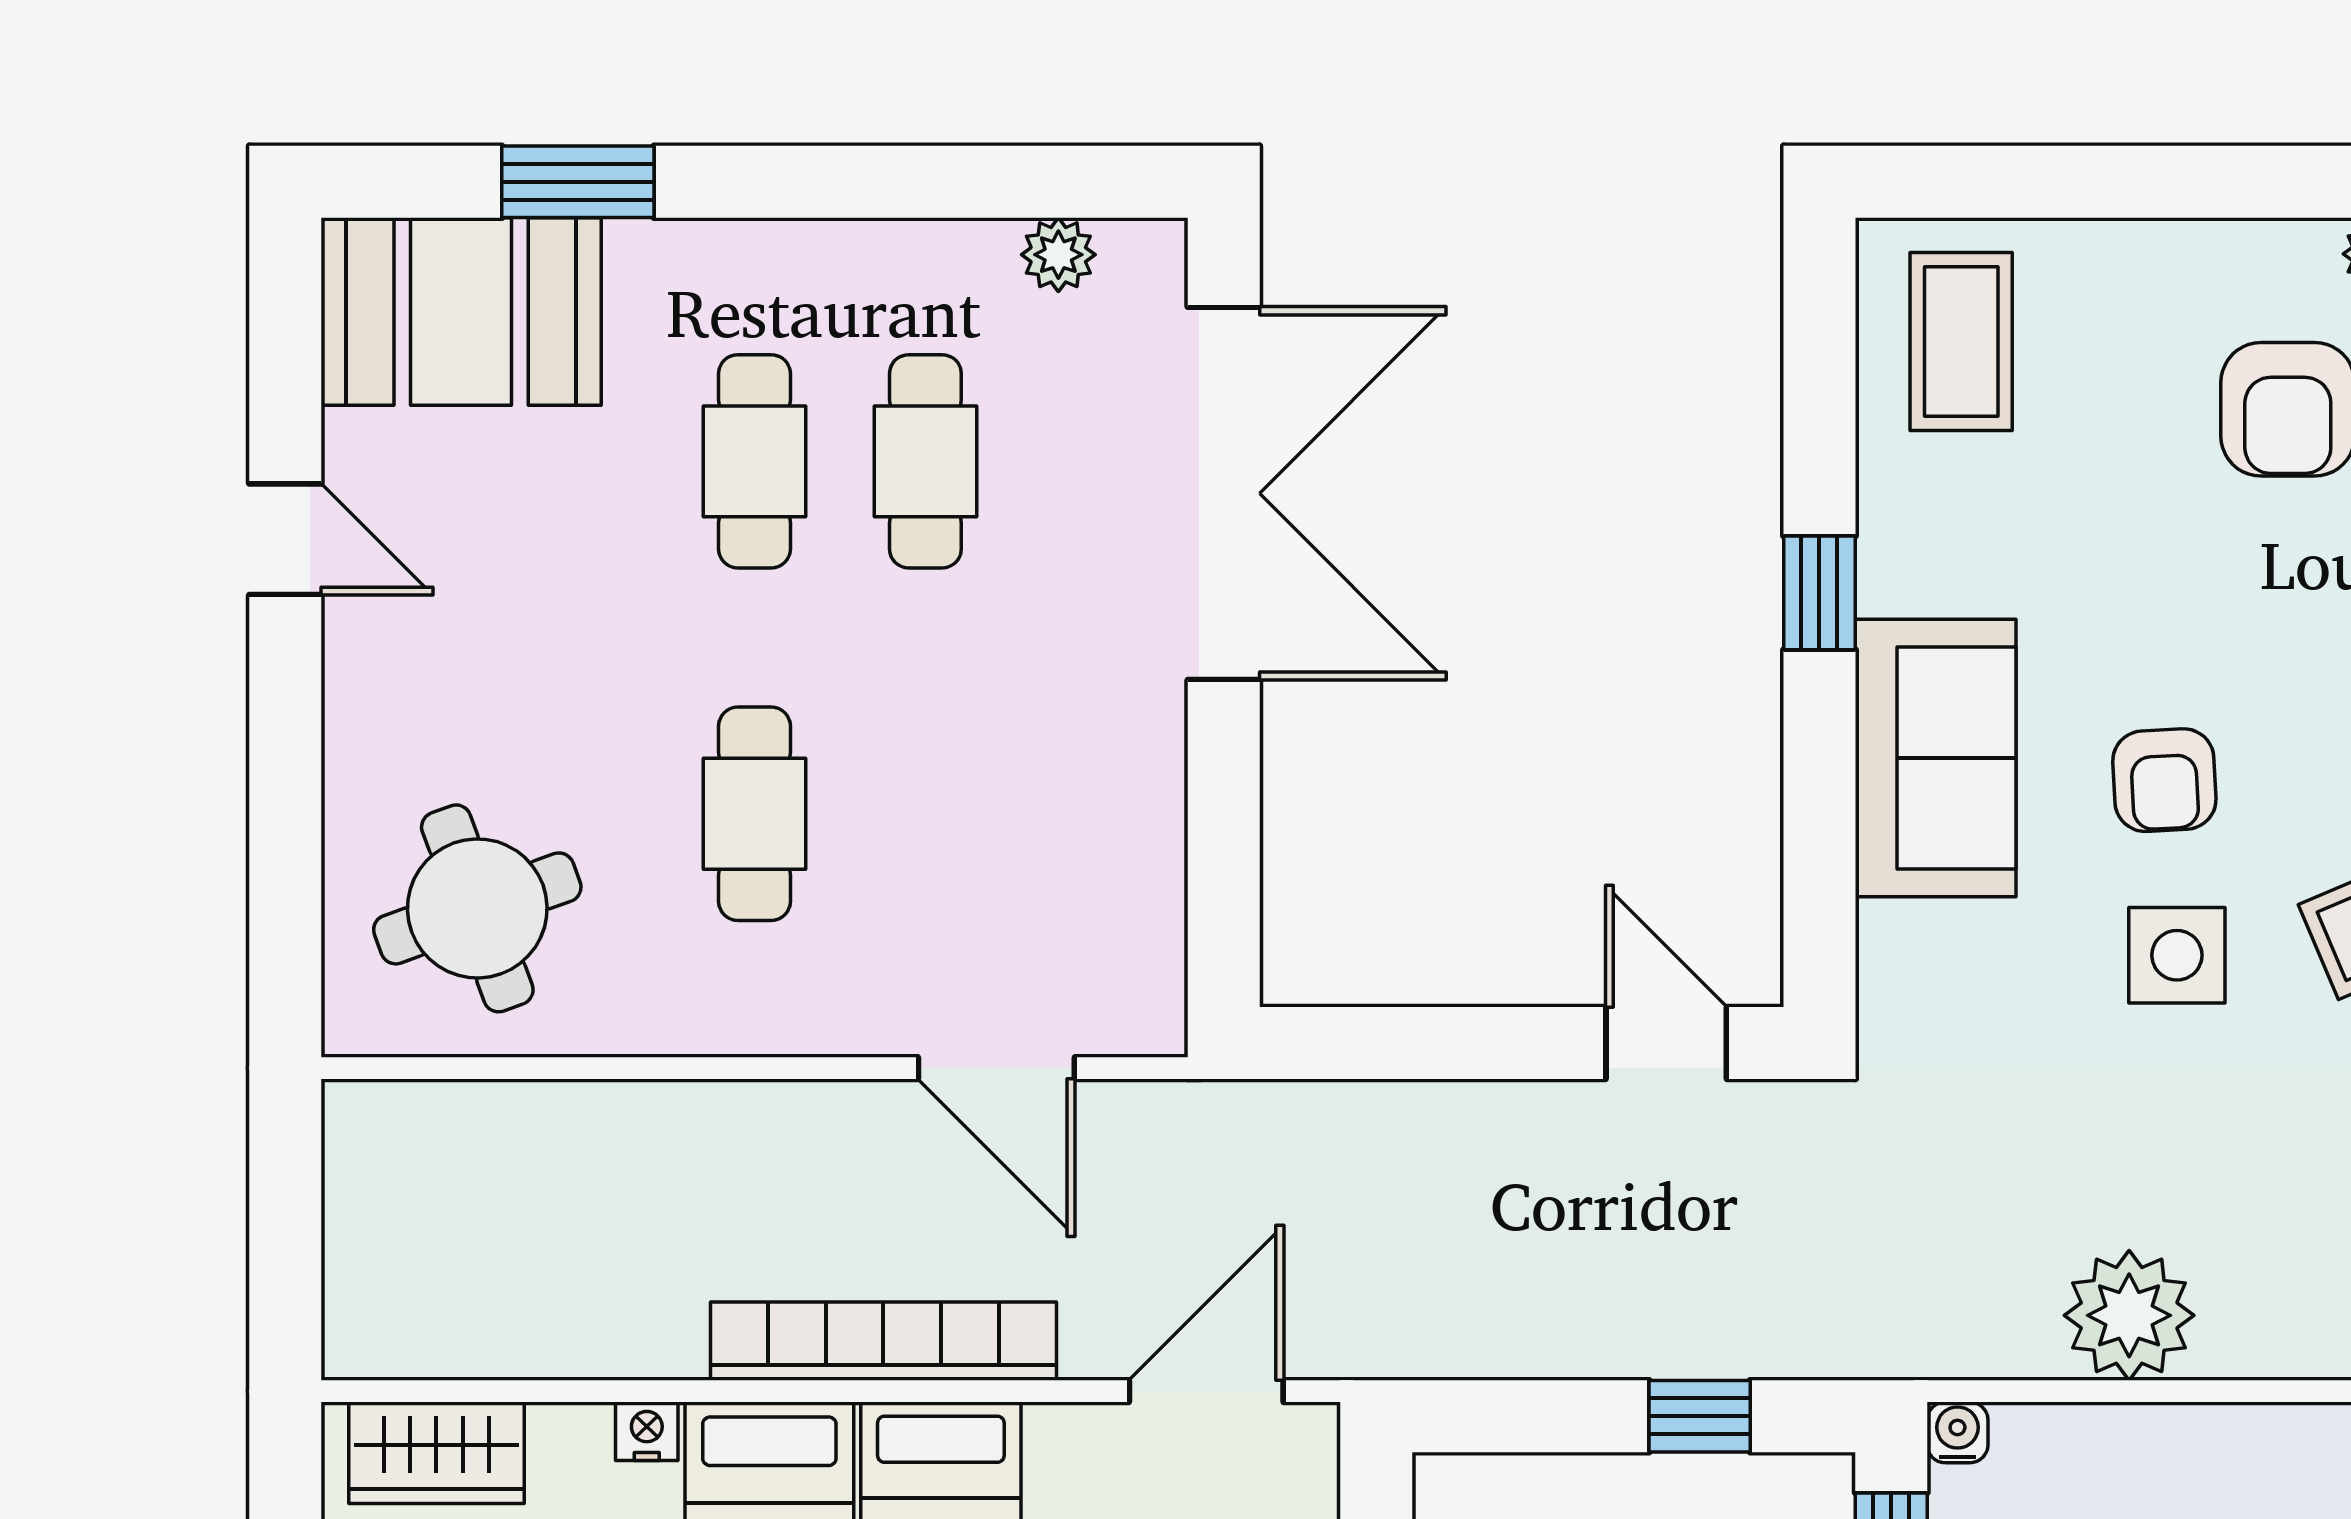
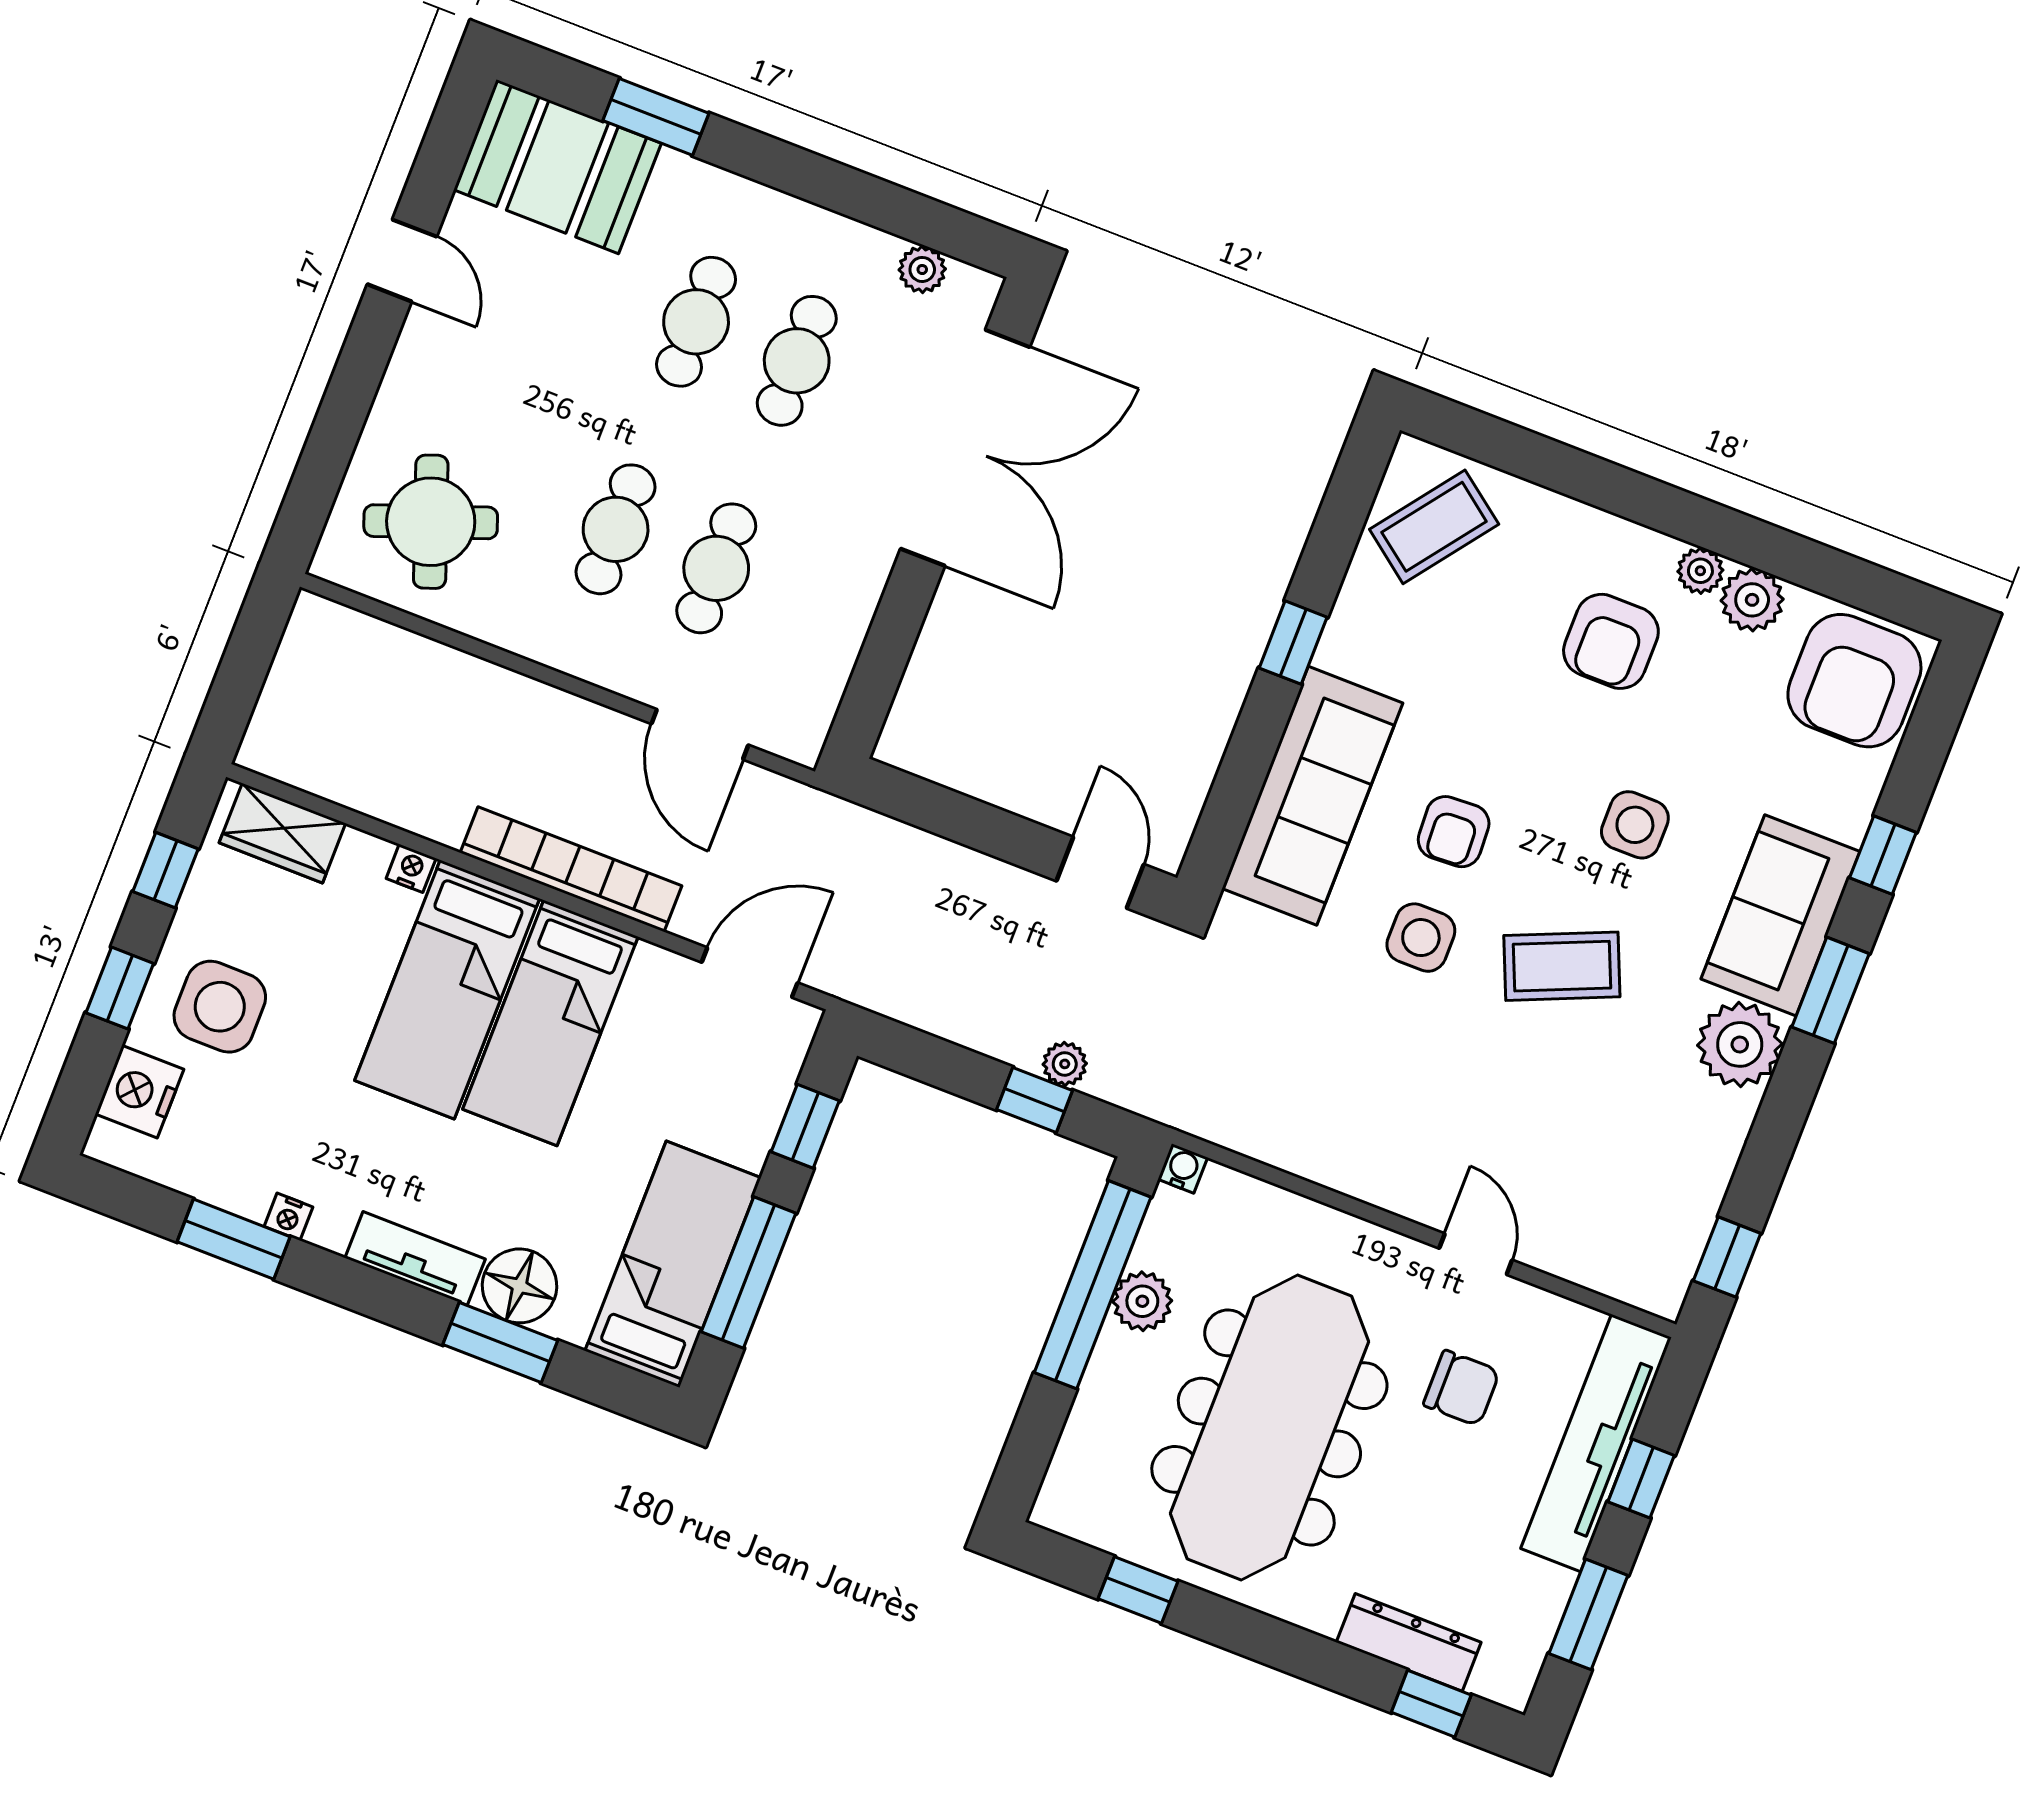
coffee table: (1961, 341) -> (1434, 527), turned 37
sofa: (1936, 758) -> (1312, 796), width x1.36
cafe table: (925, 814) -> (716, 568), added
plant: (2129, 1315) -> (1065, 1064), moved, width x0.53, depth x0.53

